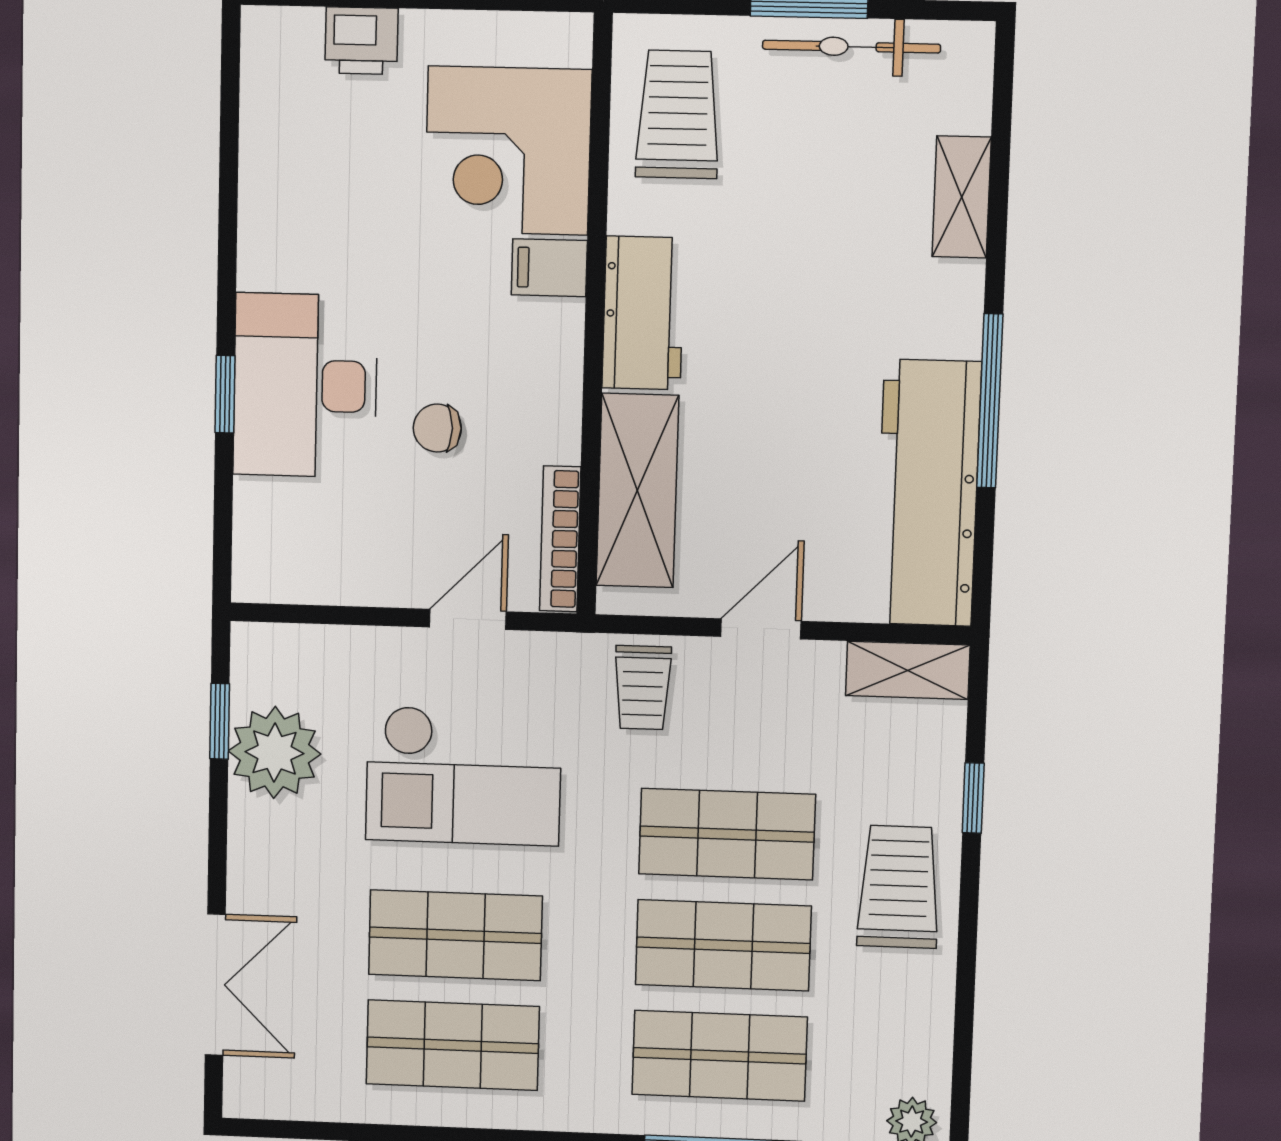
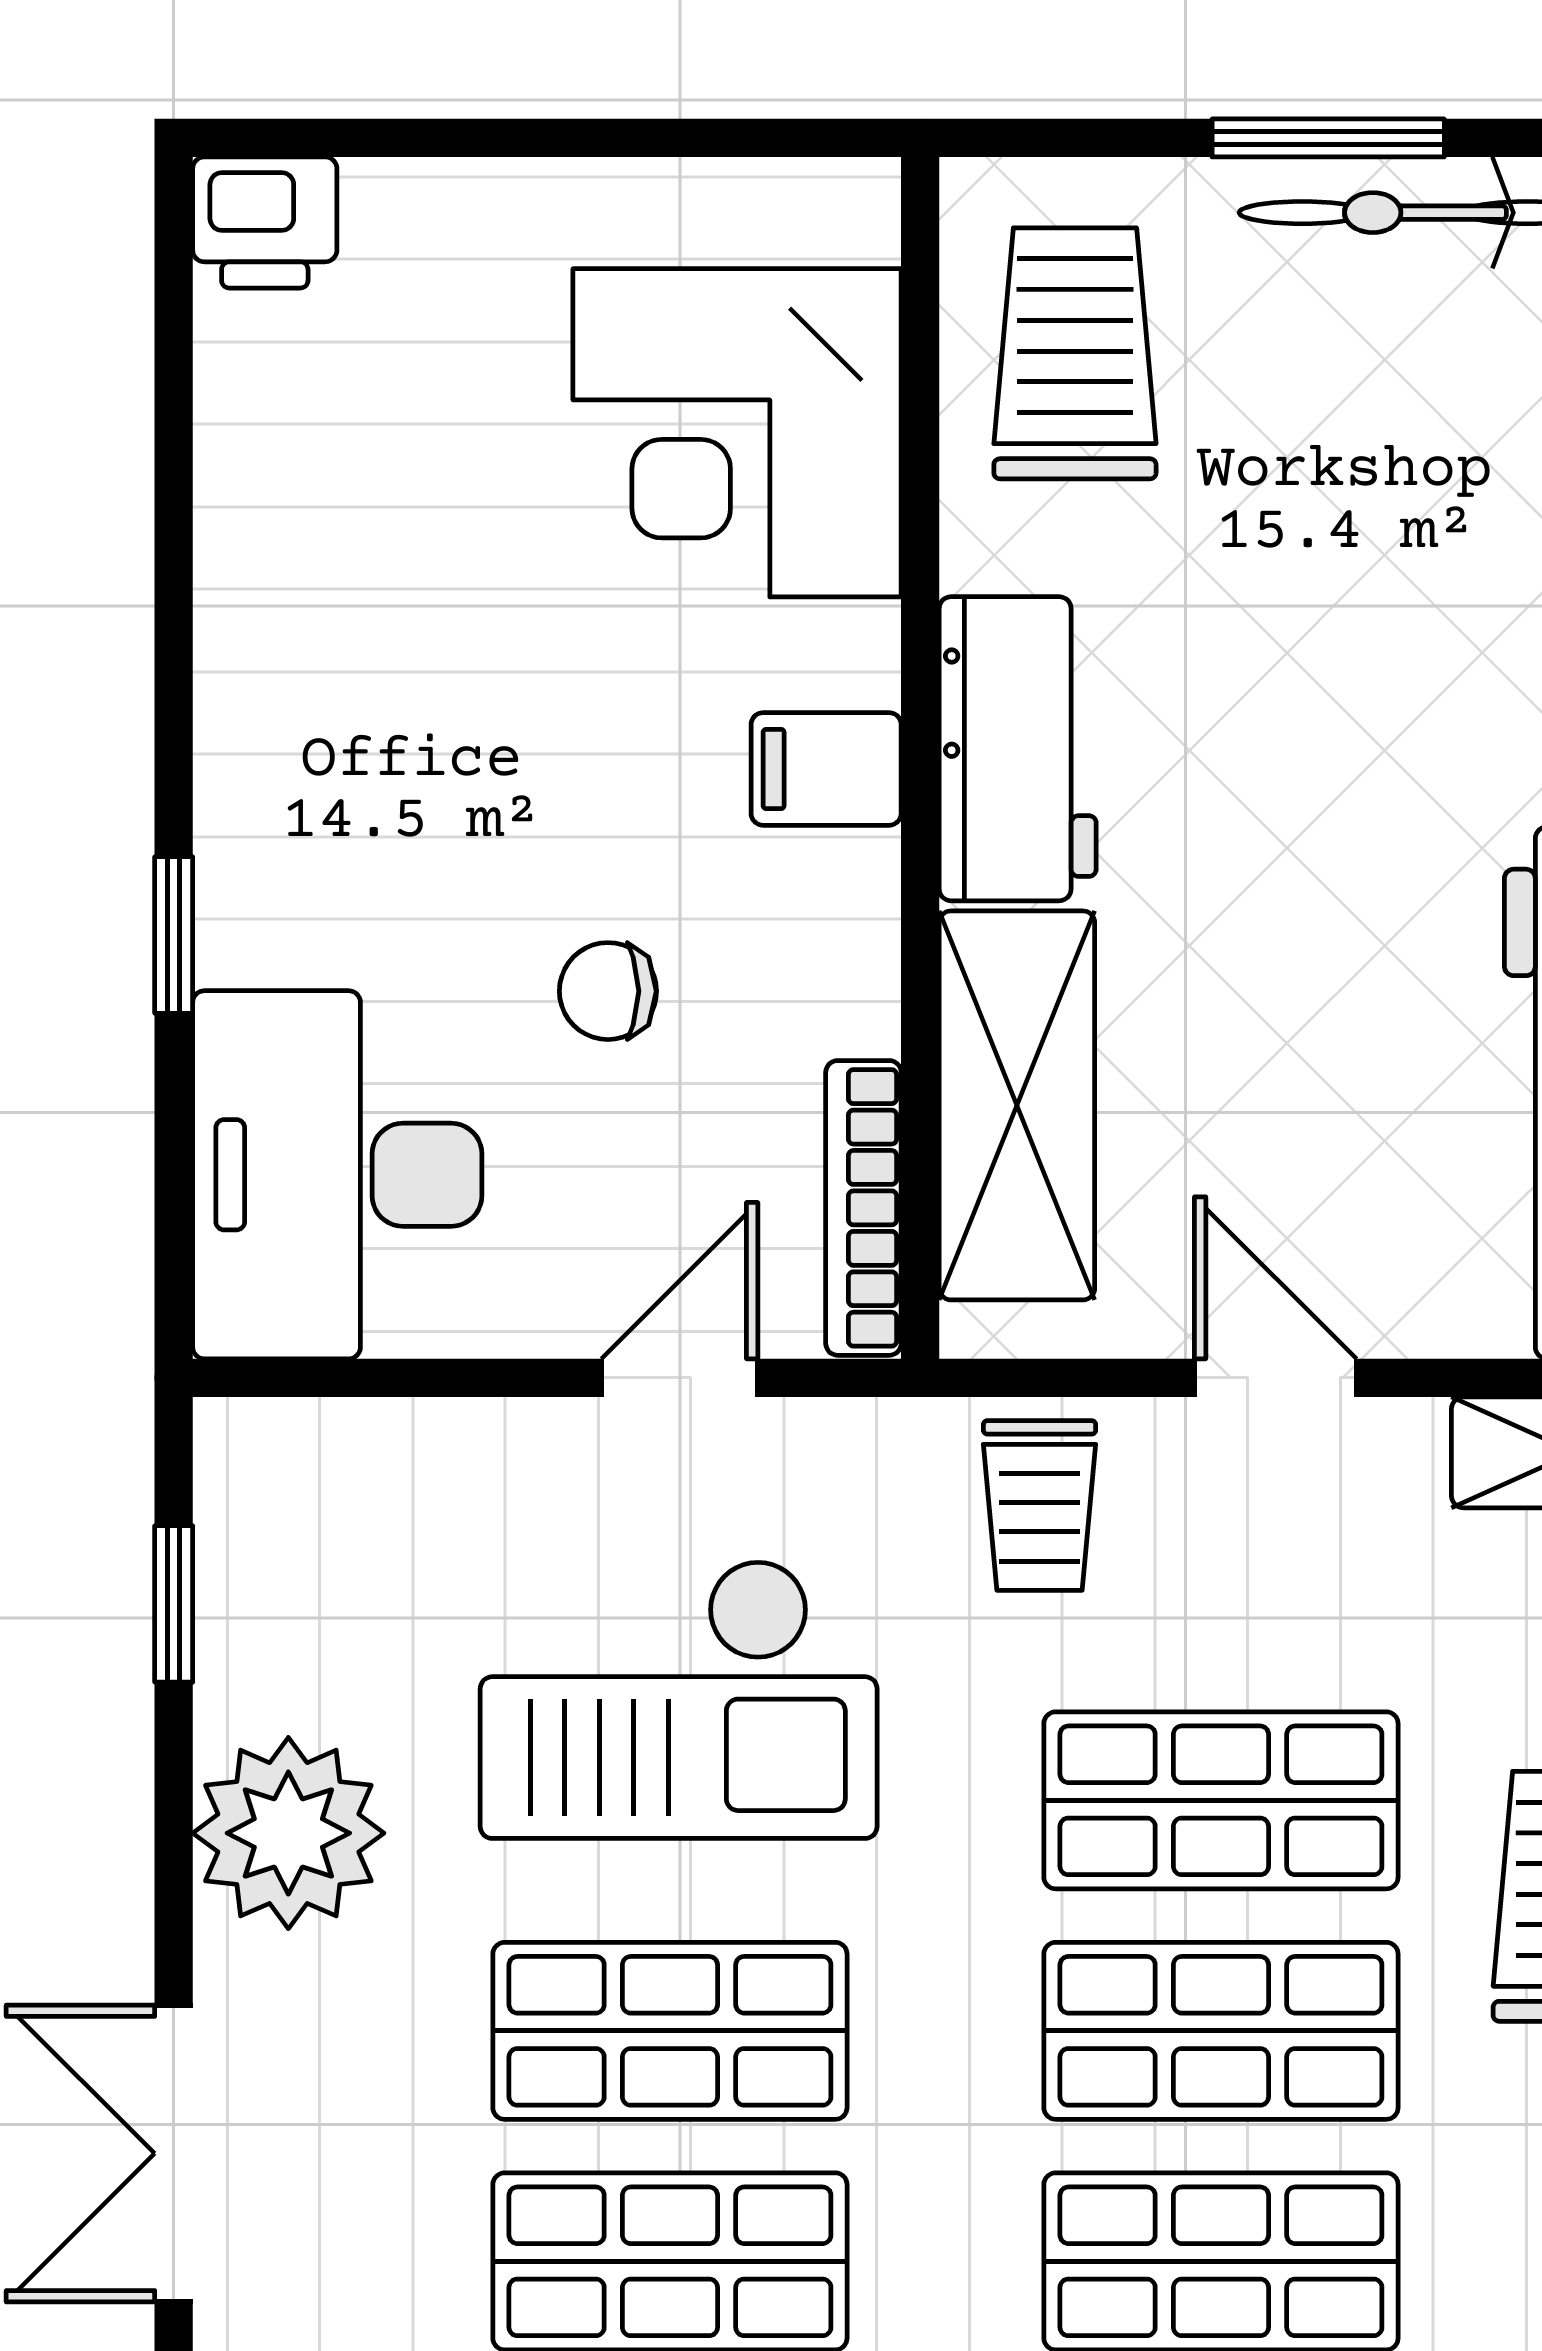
printer: (361, 41) -> (265, 222), moved
filing cabinet: (549, 268) -> (826, 769), moved
desk: (305, 385) -> (337, 1175), moved
door: (761, 629) -> (1275, 1378), hinge flipped
plant: (275, 753) -> (288, 1833), moved
double door: (215, 985) -> (174, 2153), swing flipped

